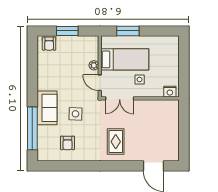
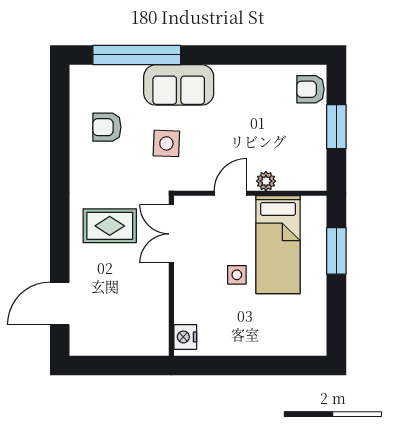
nightstand: (170, 92) -> (185, 337), moved
double door: (120, 98) -> (171, 234), moved
wall: (140, 98) -> (171, 276), moved

